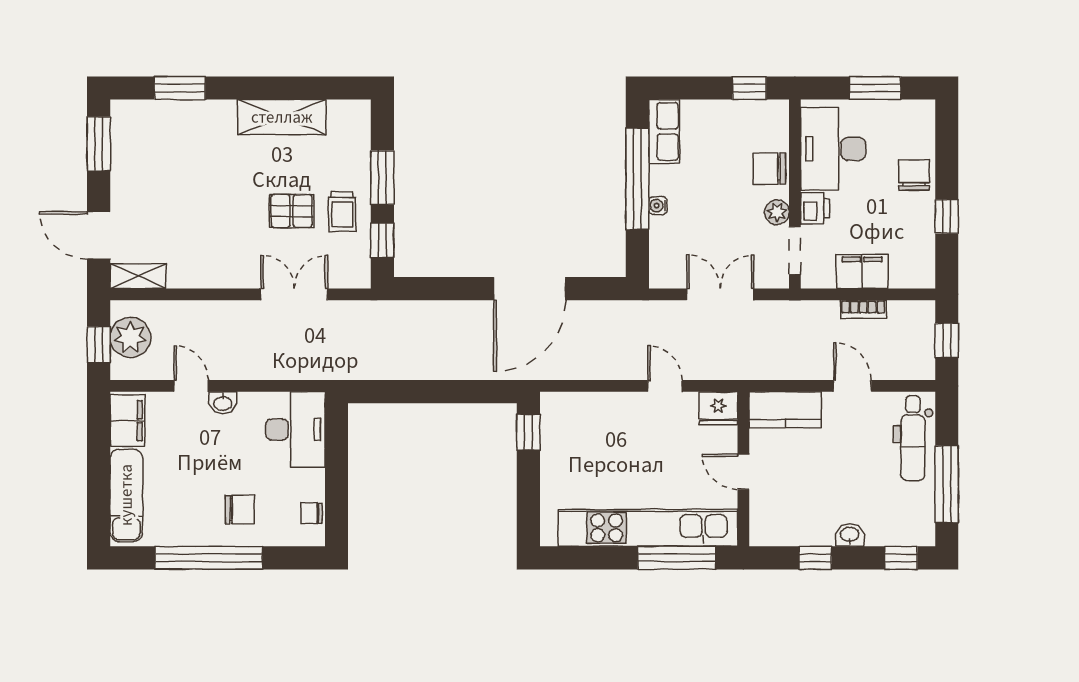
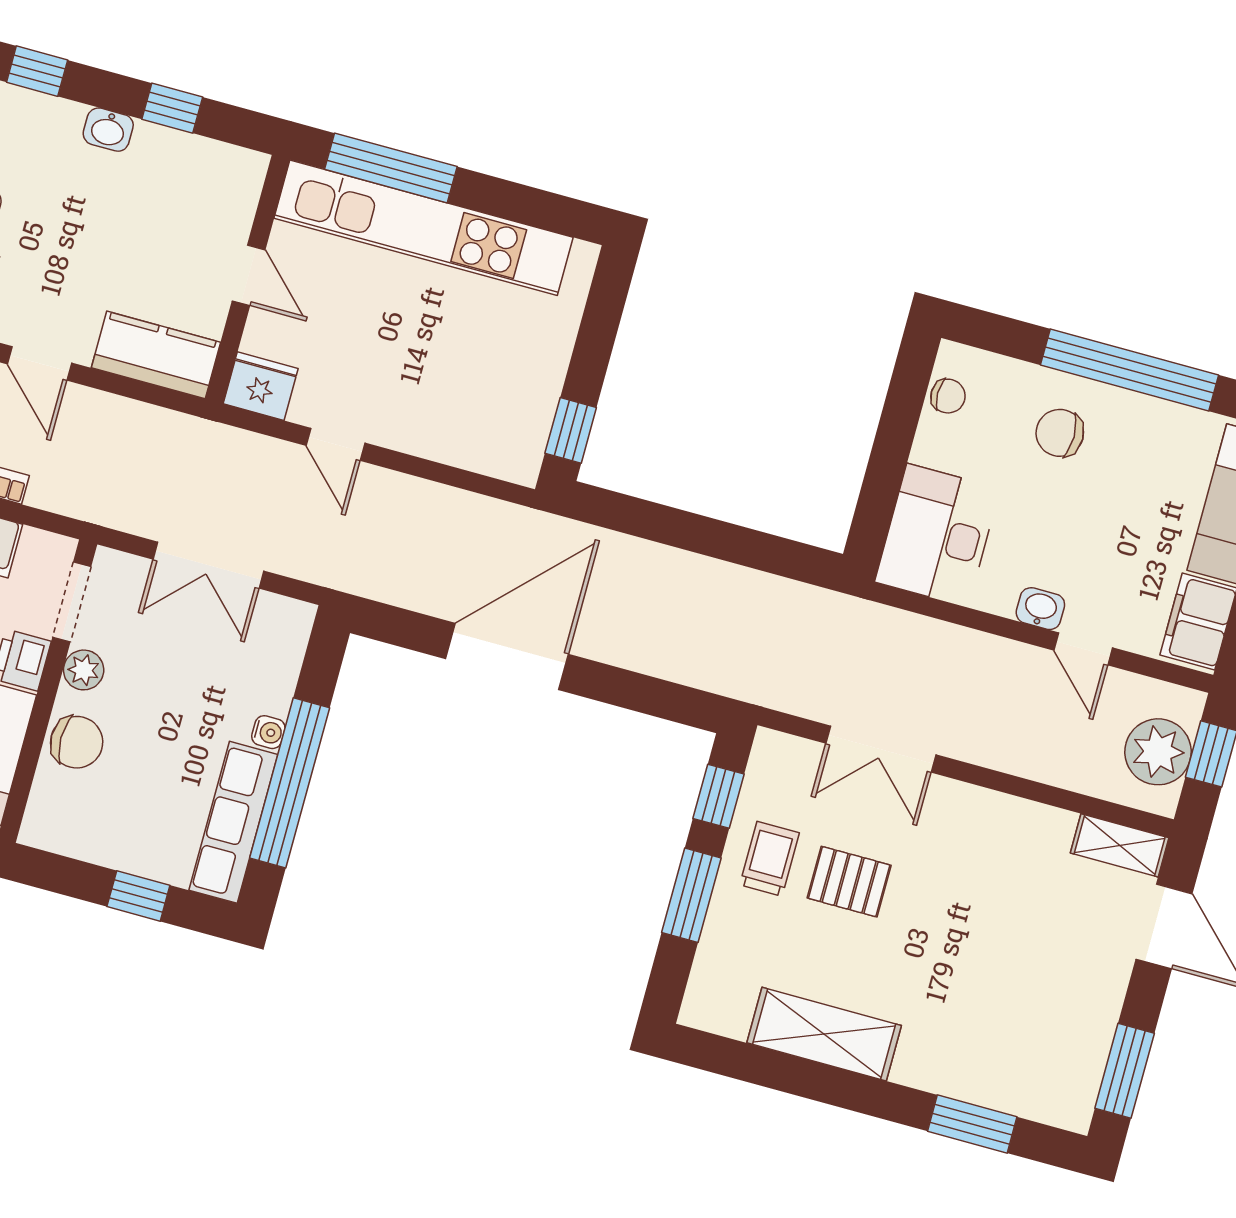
window: (749, 88) -> (138, 896), moved
row of seats: (664, 131) -> (233, 822), width x1.48

